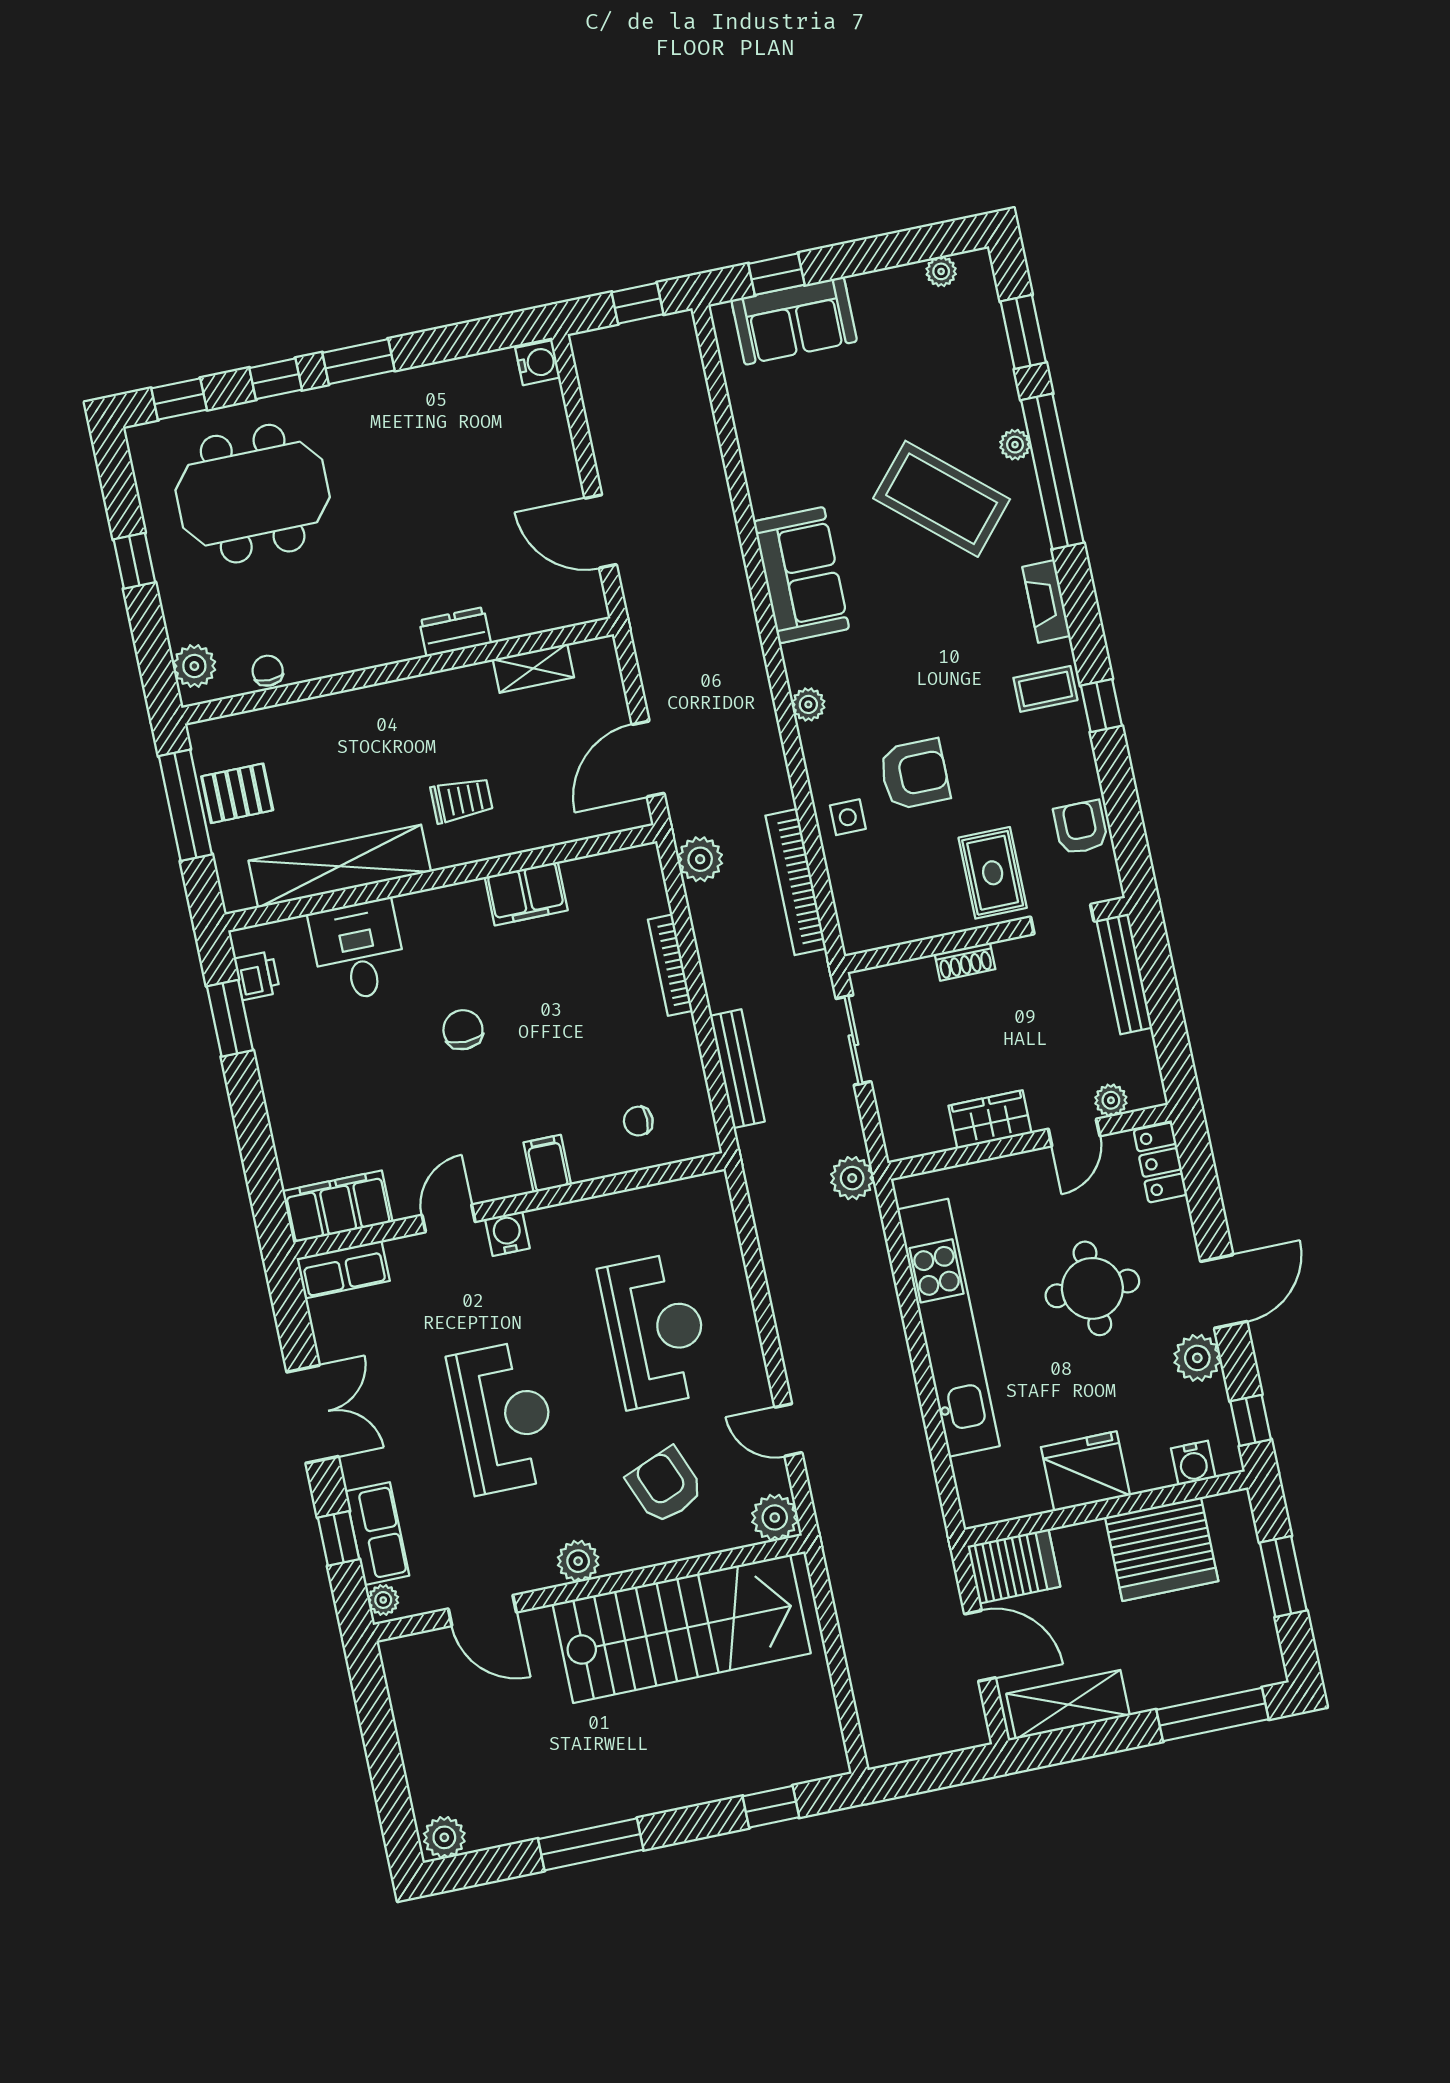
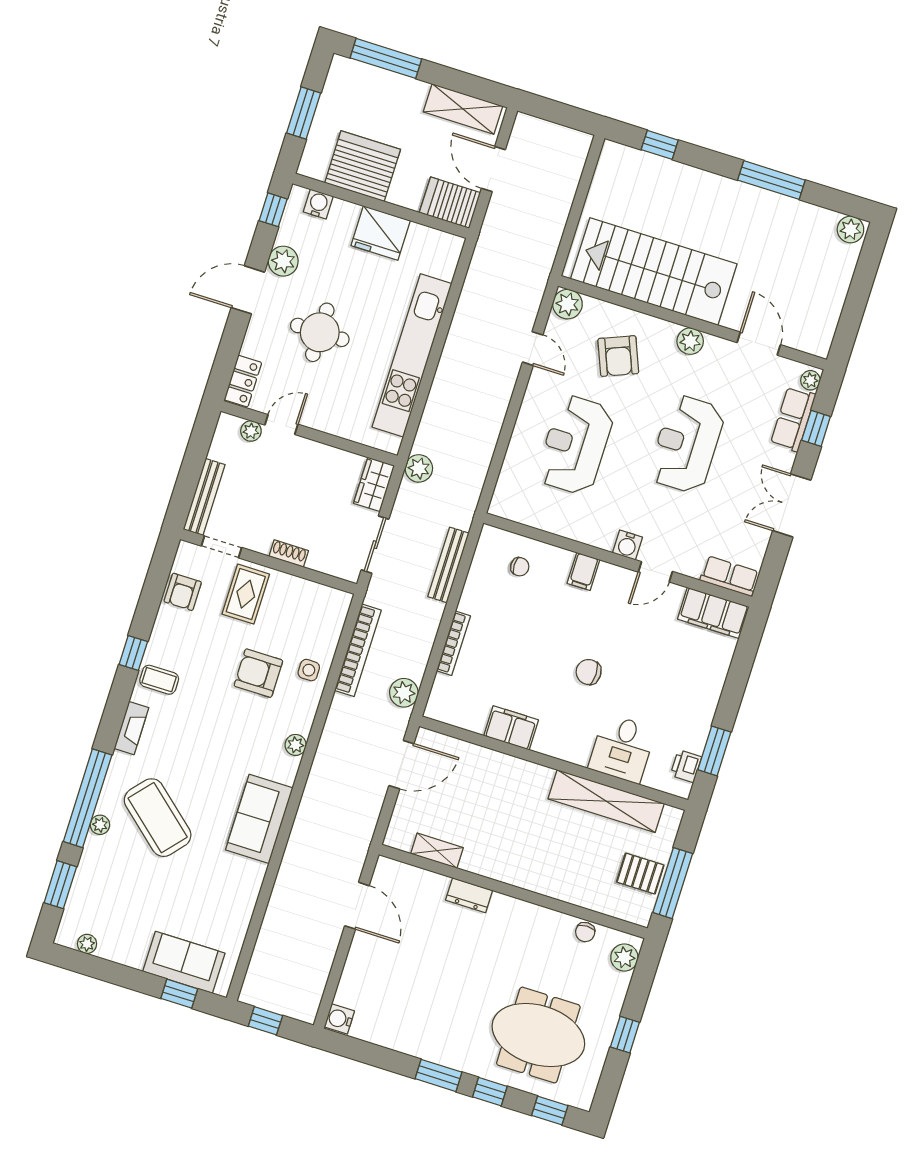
trolley: (462, 800) -> (518, 800), removed
chair: (463, 1030) -> (589, 672), turned 90
wardrobe: (990, 1119) -> (374, 484), moved, turned 90

